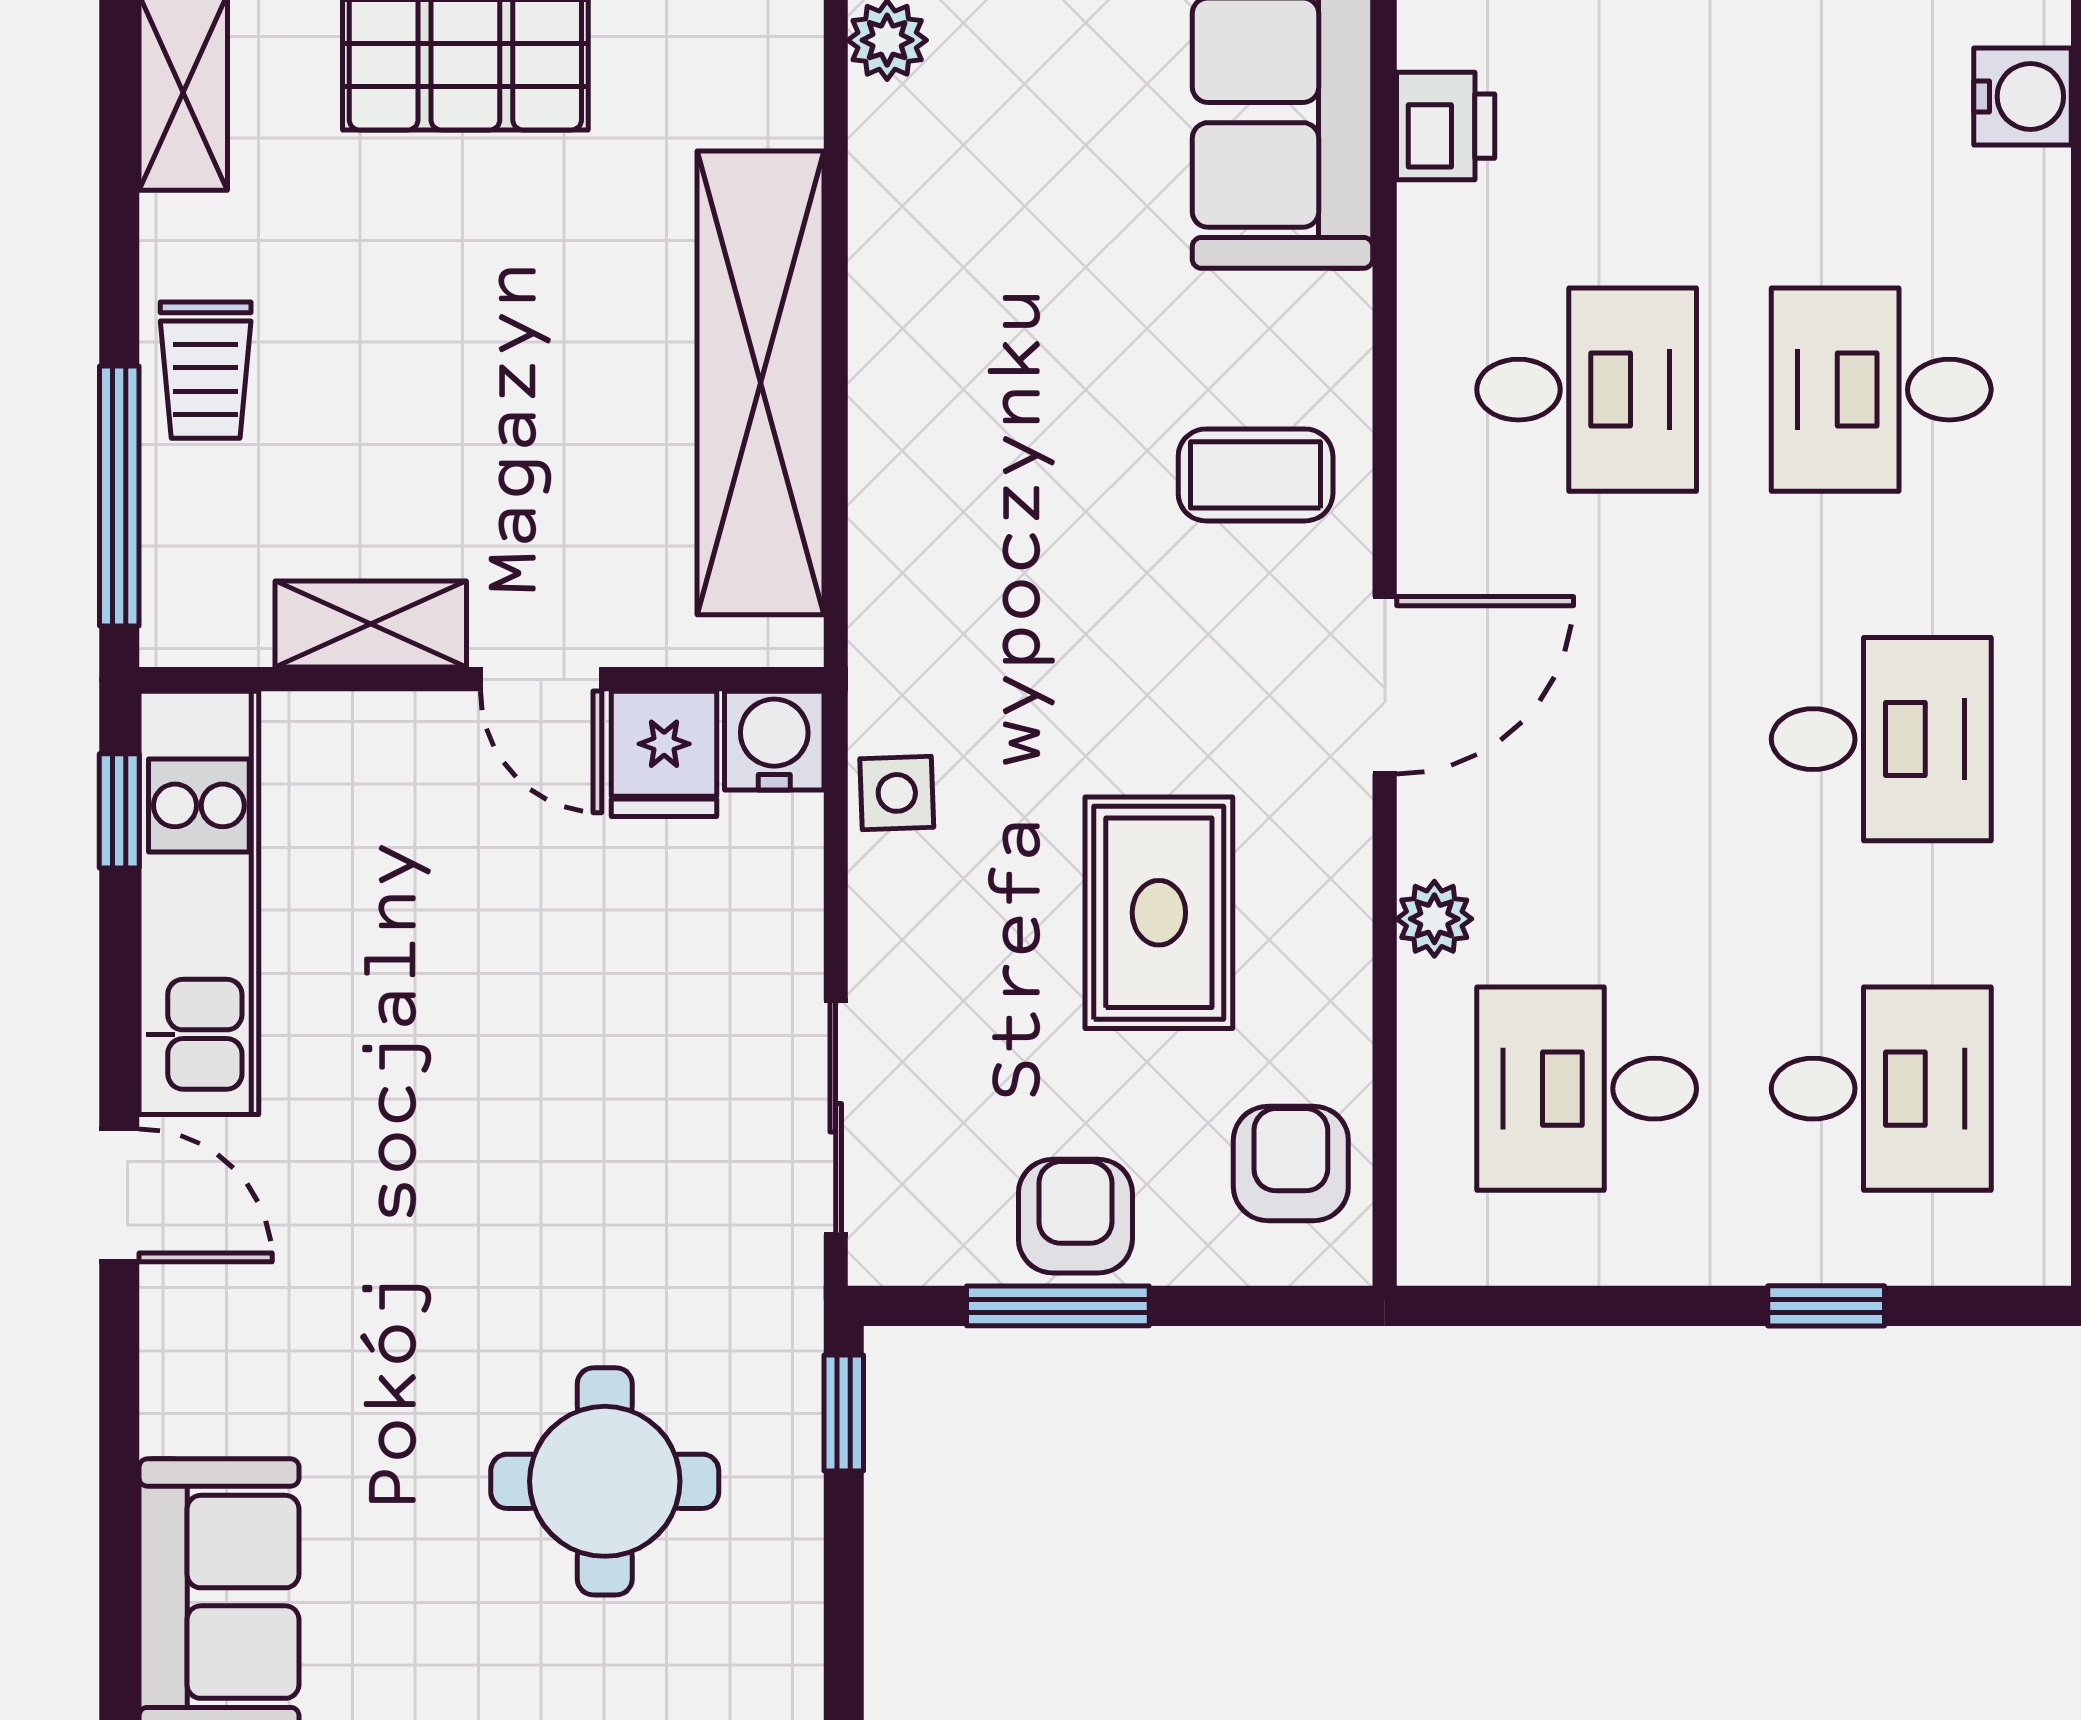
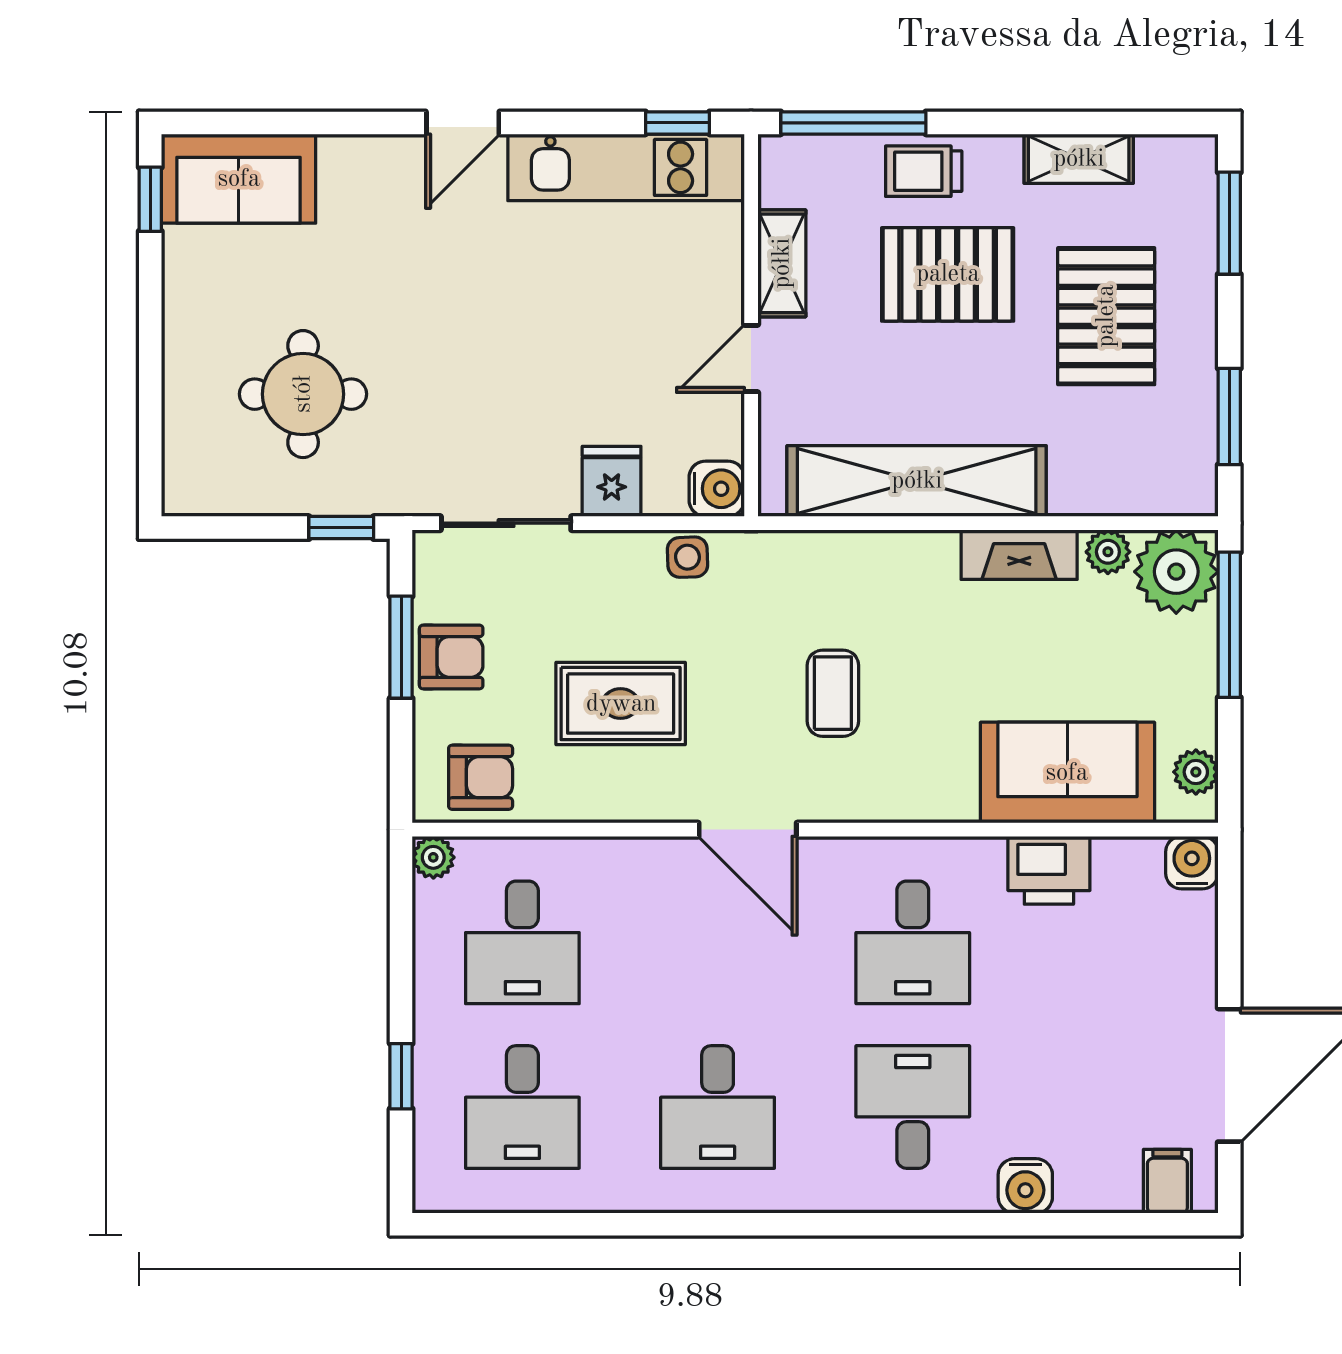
water cooler: (2023, 96) -> (1025, 1186), moved
printer: (1446, 126) -> (1049, 870), width x1.36, depth x1.24
fireplace: (892, 199) -> (1019, 555), added
pallet: (390, 327) -> (948, 274), added
coffee table: (1256, 475) -> (833, 693), moved
fridge: (664, 754) -> (612, 481), moved, turned 90
plant: (1434, 919) -> (433, 857), moved
desk: (1587, 1089) -> (522, 942), turned 180

